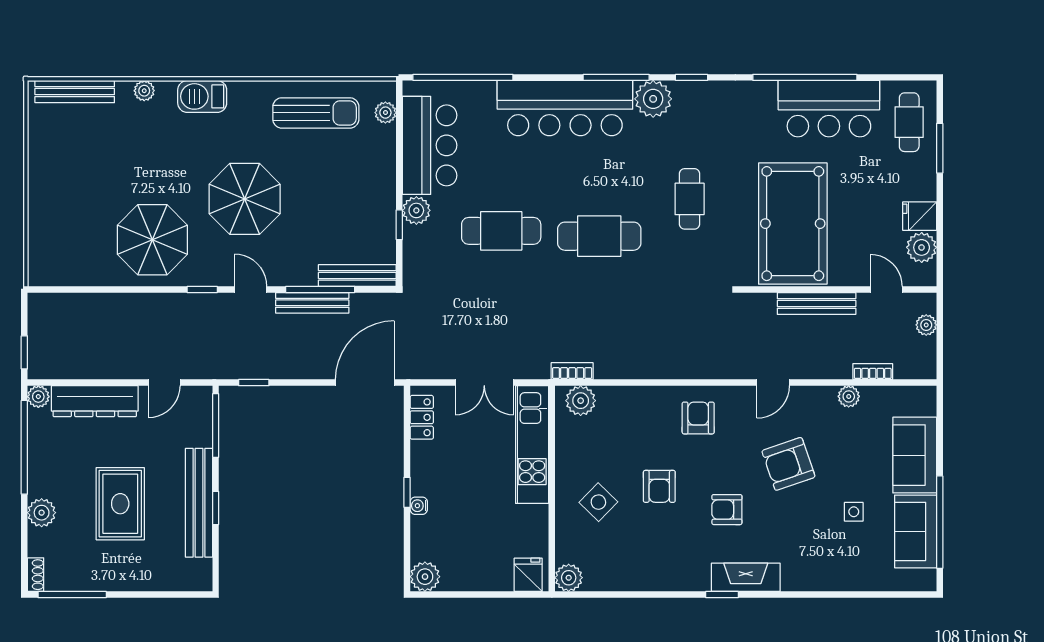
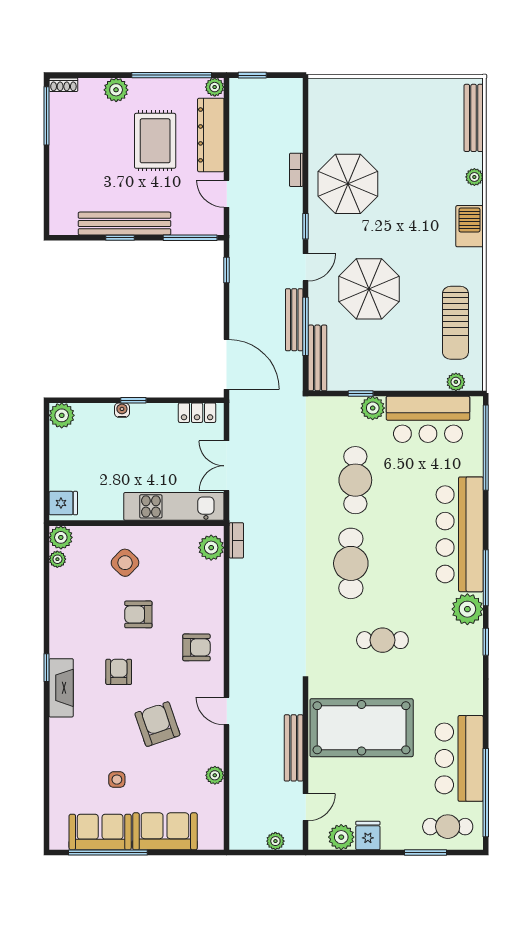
window: (805, 77) -> (486, 793), moved
parasol: (245, 199) -> (369, 289), moved
bookcase: (873, 372) -> (296, 170), moved, turned 180
rug: (120, 504) -> (155, 141), moved, turned 90
plant: (594, 582) -> (57, 559), added

